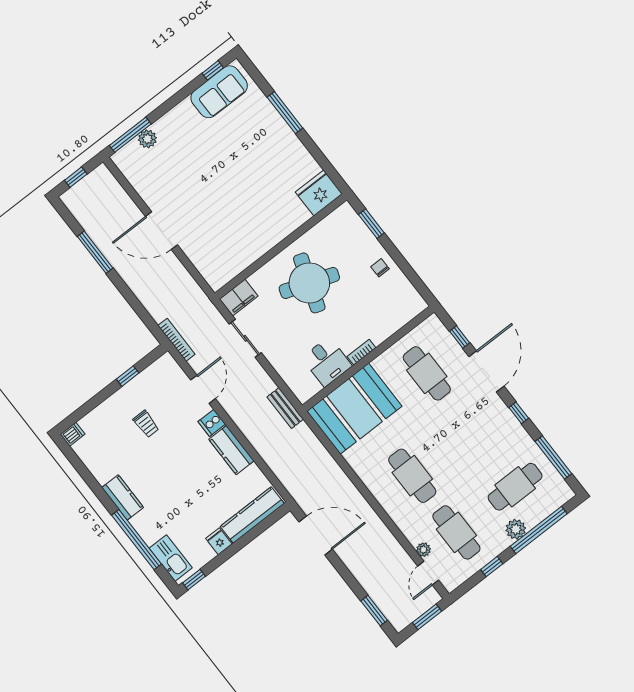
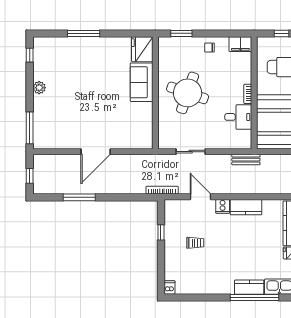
sofa: (219, 92) -> (142, 82), moved, turned 180
plant: (147, 139) -> (39, 88), moved
filing cabinet: (239, 298) -> (240, 44), moved, turned 90
kitchen counter: (123, 497) -> (249, 287), moved

